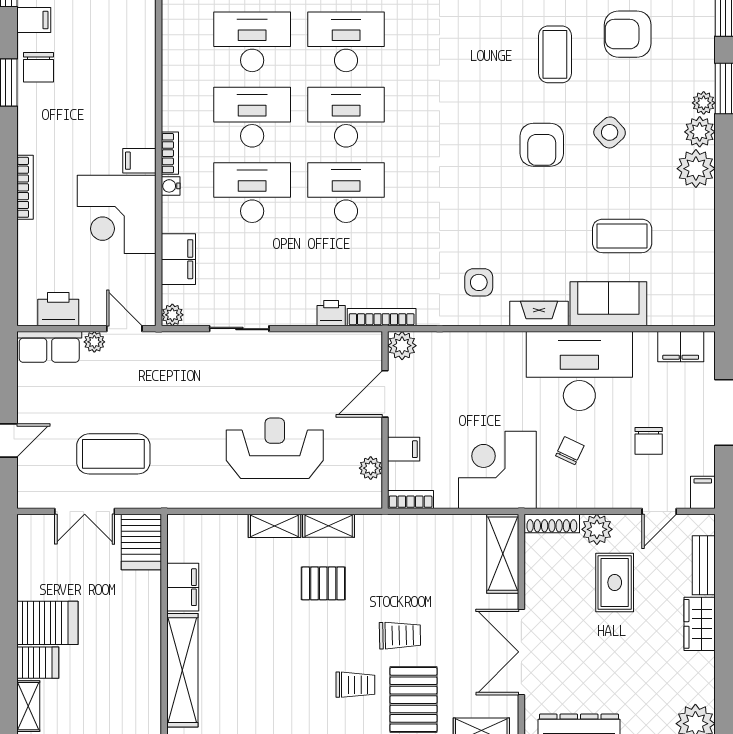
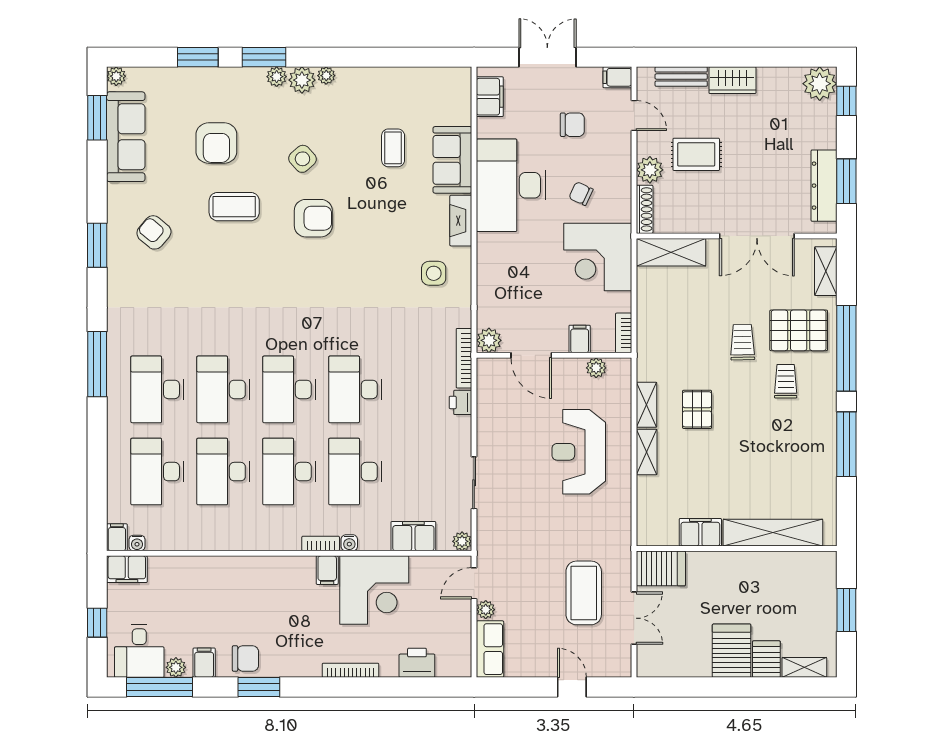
plant: (696, 169) -> (326, 76), width x0.53, depth x0.53
coffee table: (622, 236) -> (393, 148), width x0.73, depth x0.77
printer: (58, 309) -> (417, 663), moved, turned 90

